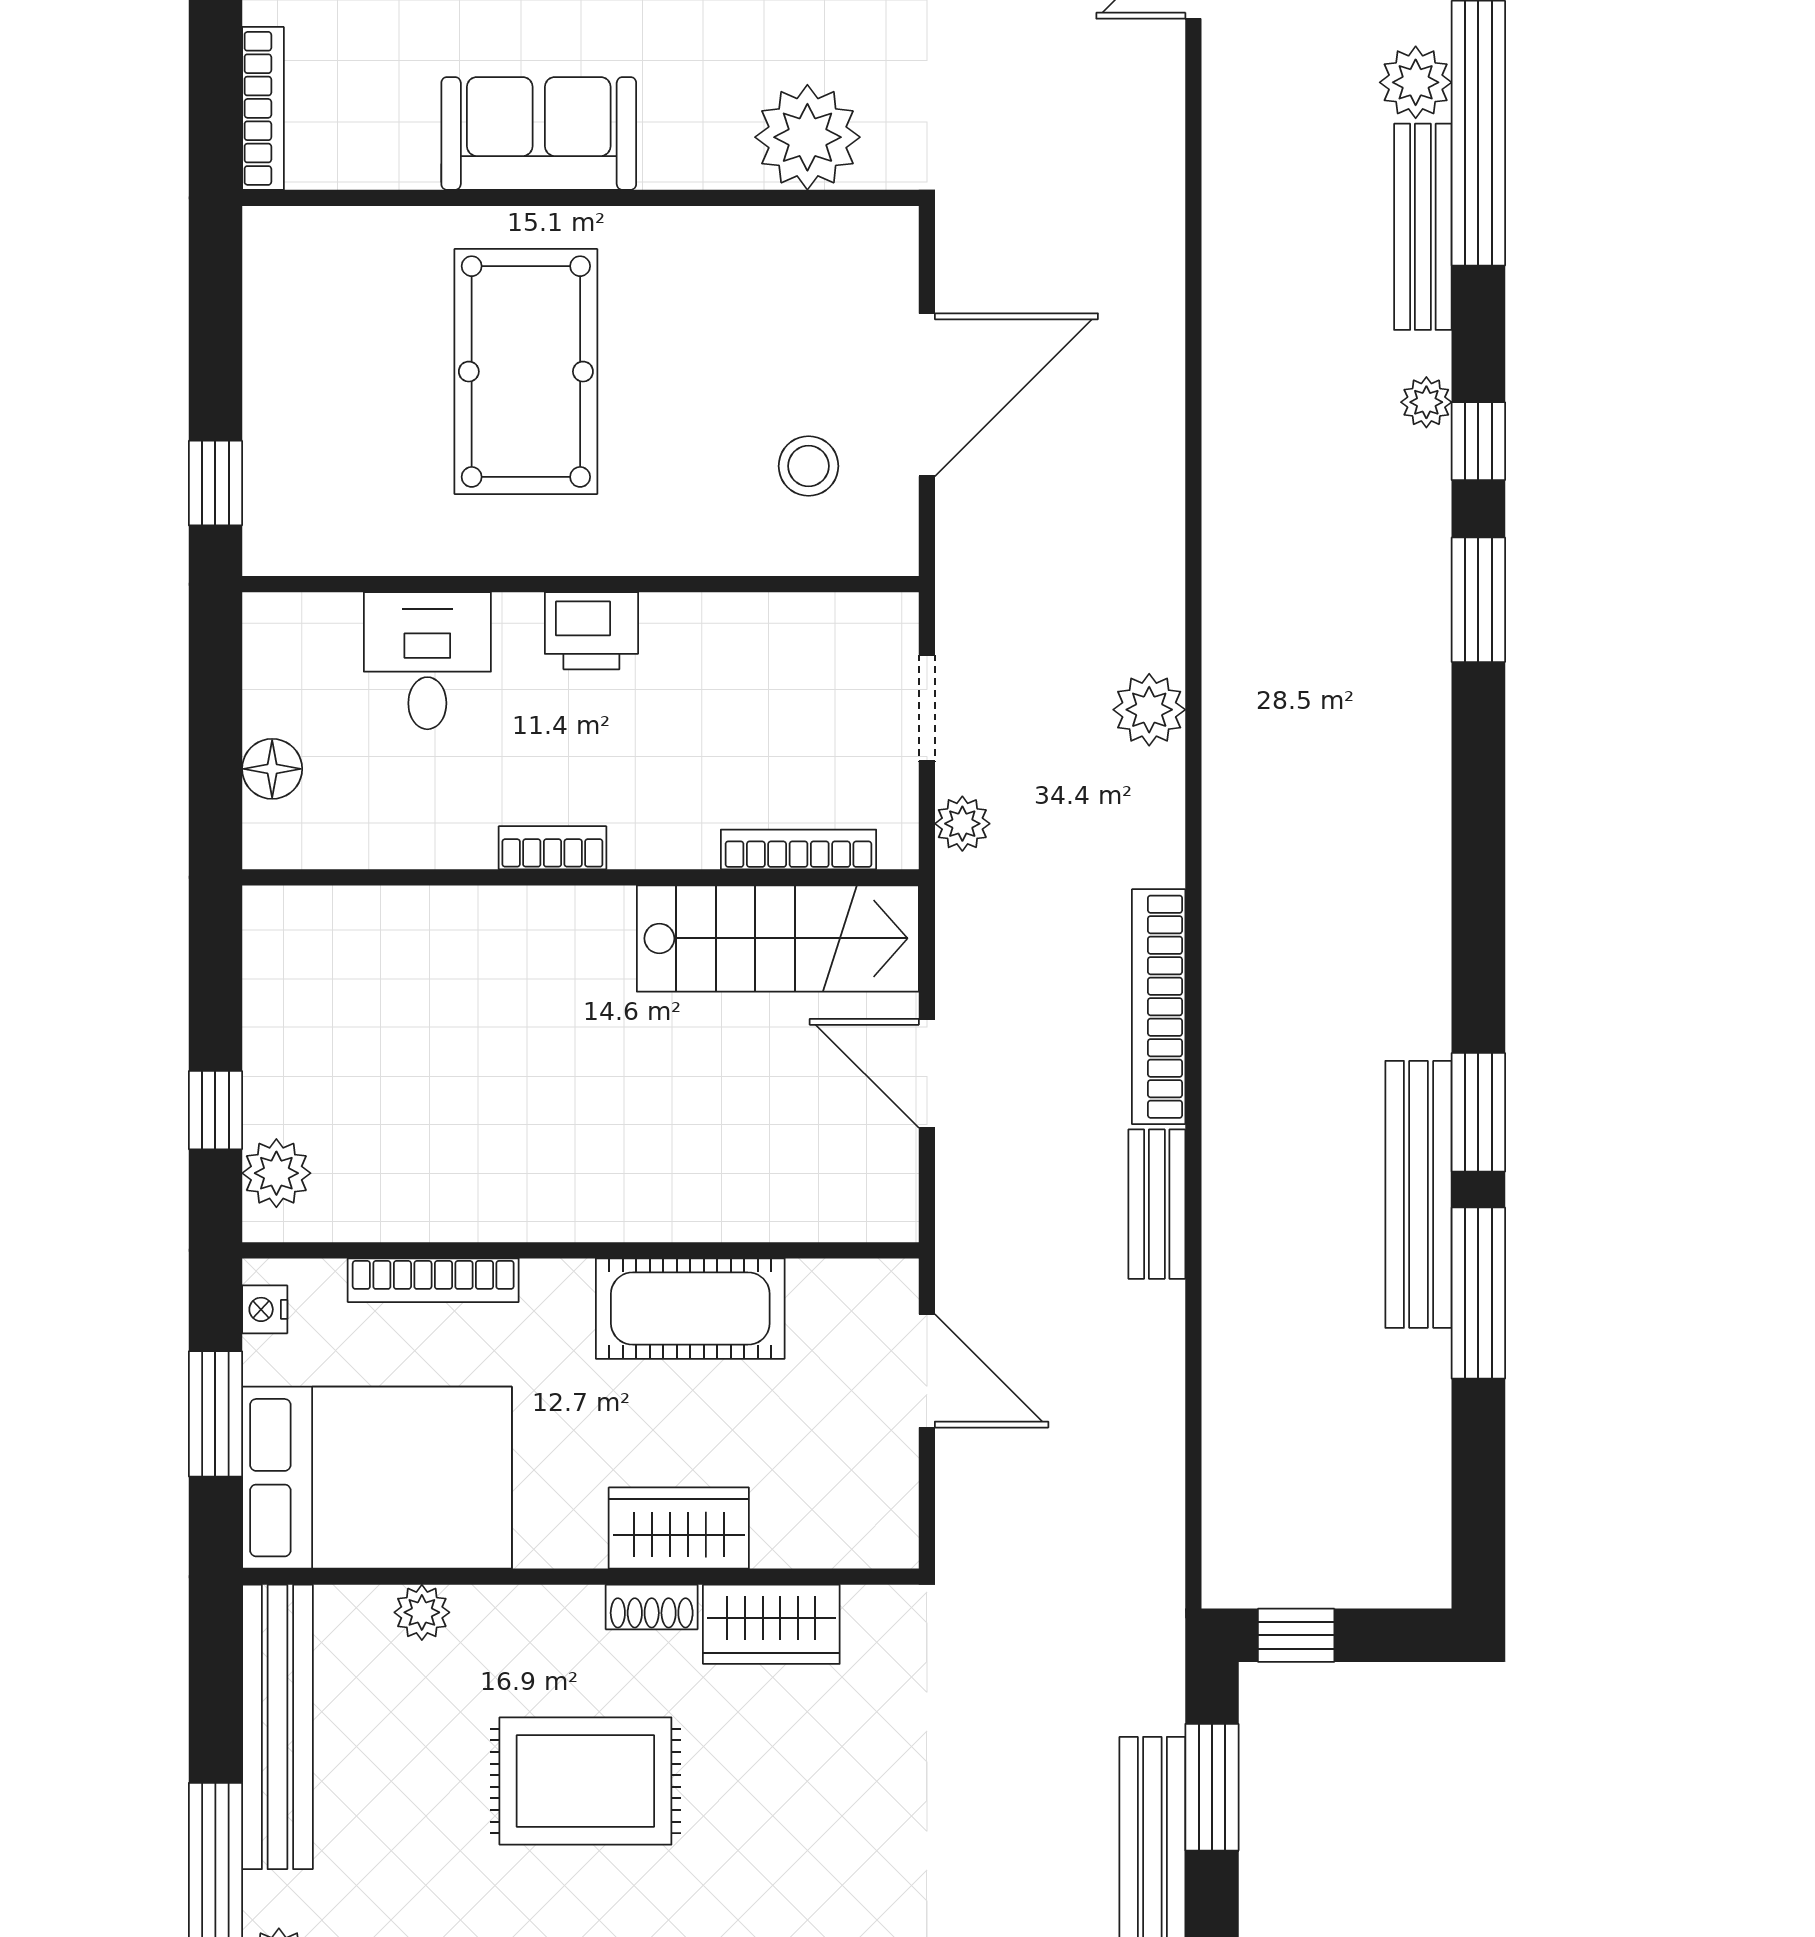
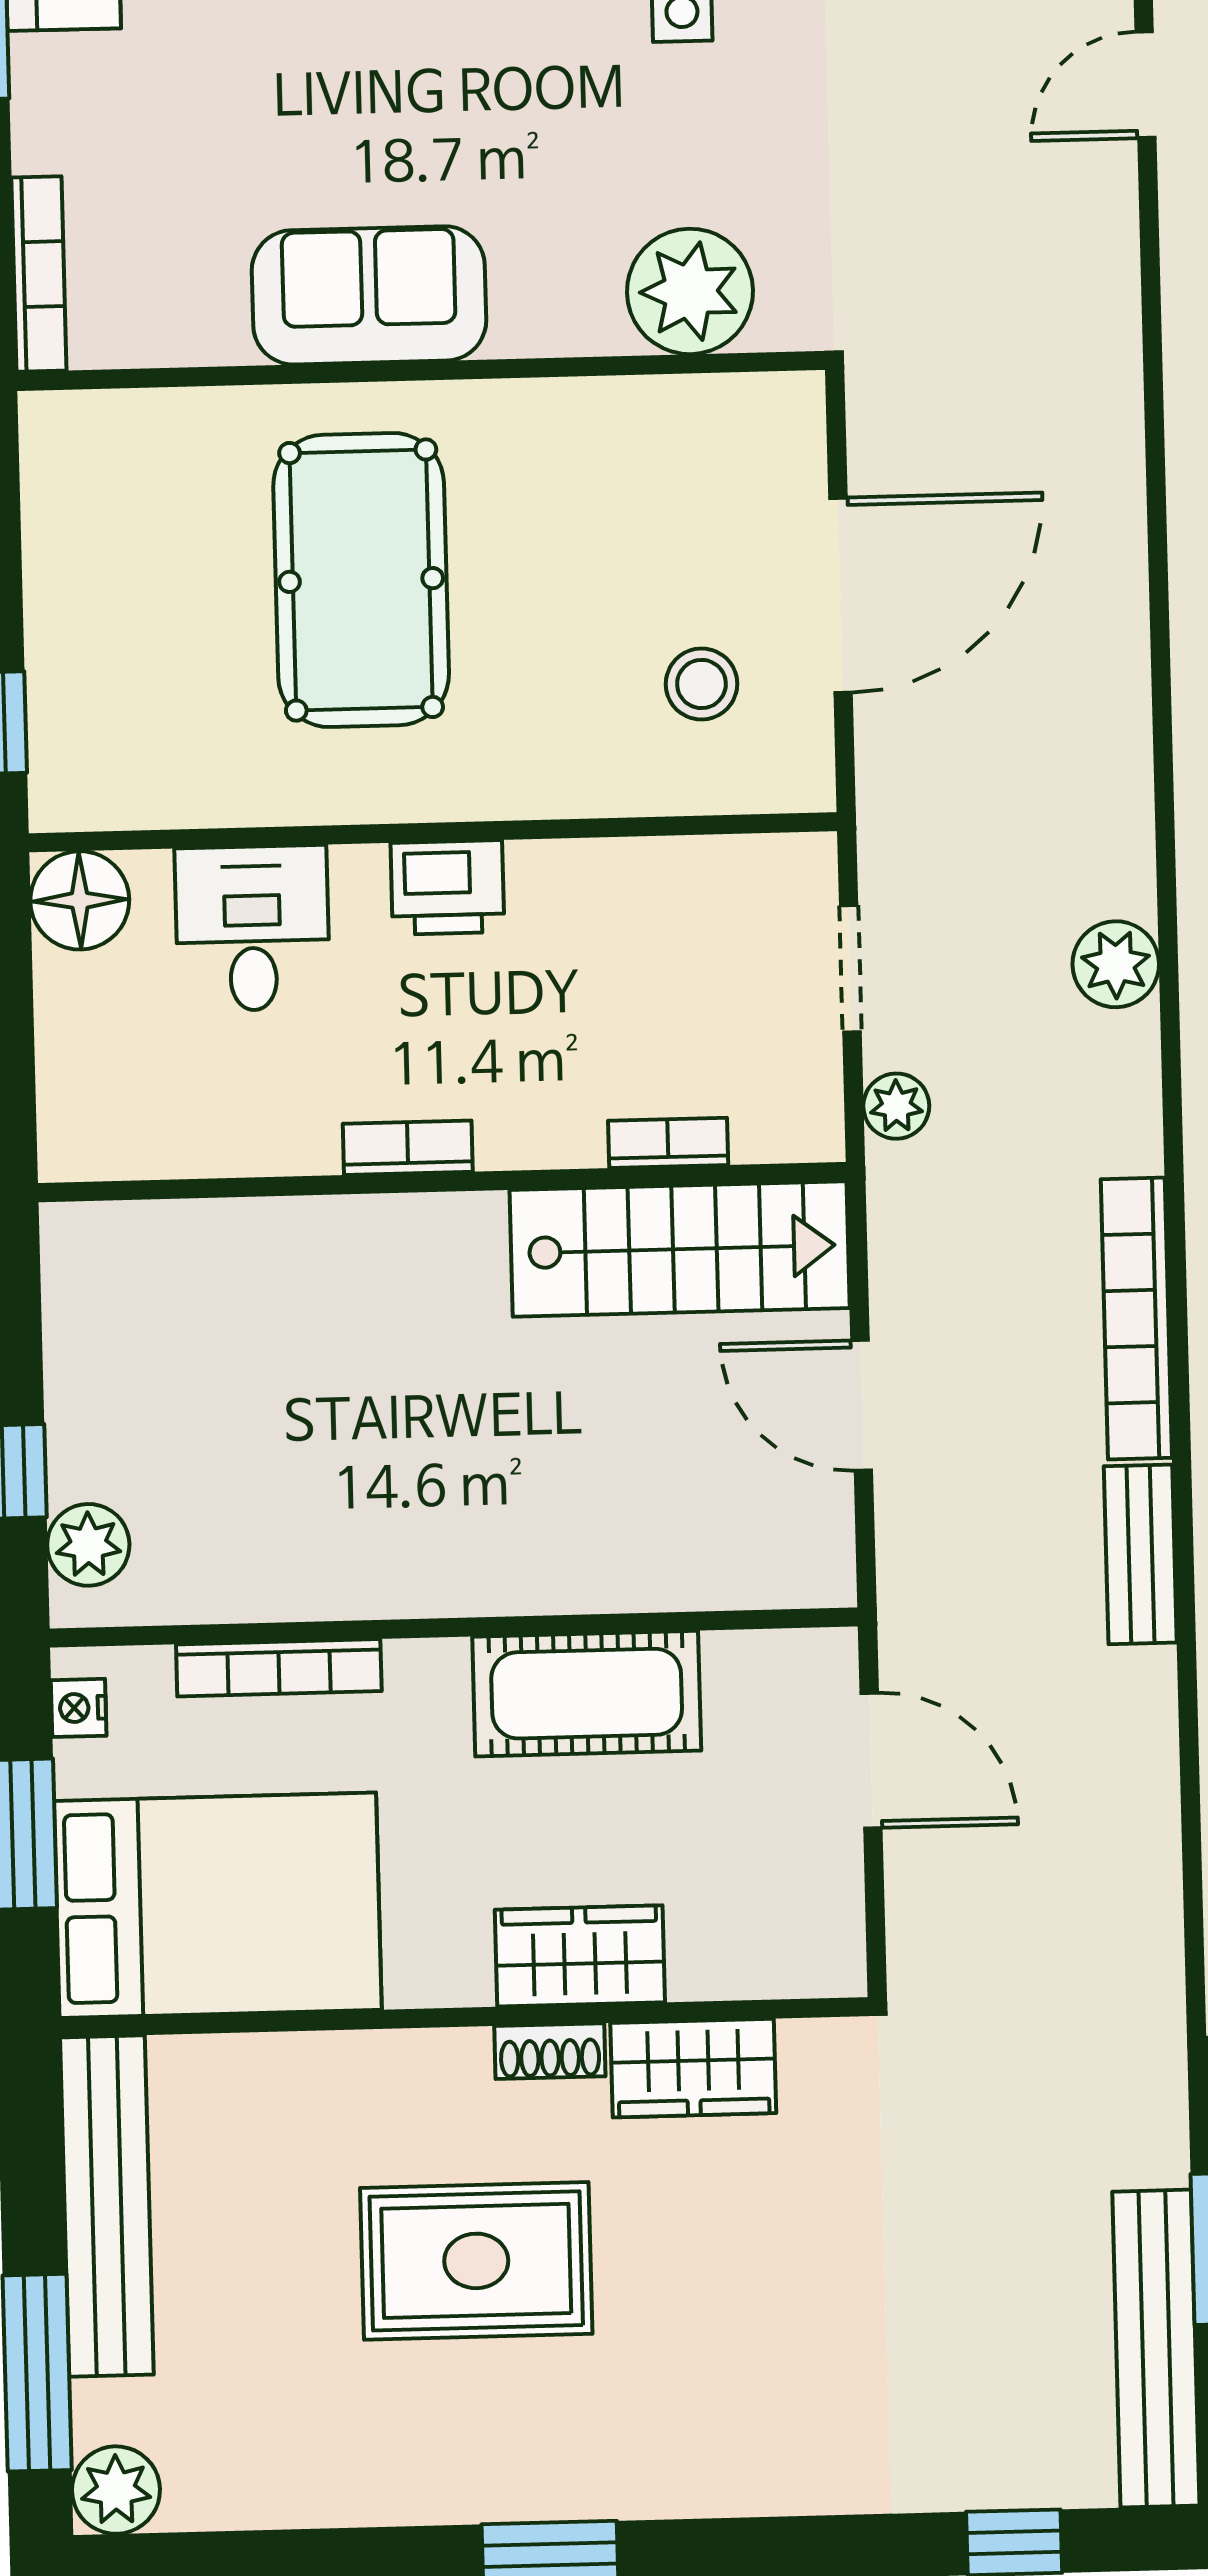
floor lamp: (272, 769) -> (80, 900), moved, width x1.38, depth x1.38
bookcase: (798, 849) -> (668, 1143), width x0.64
plant: (422, 1612) -> (276, 2065), removed

